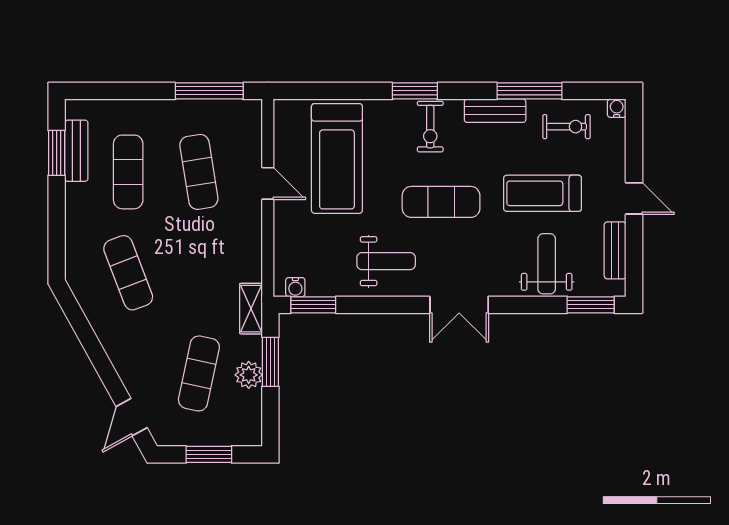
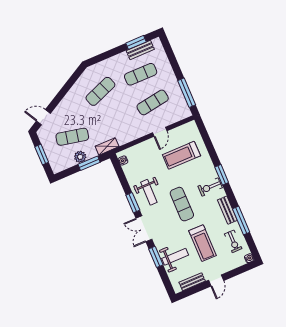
treadmill: (337, 158) -> (181, 155), width x0.73, depth x0.73
treadmill: (543, 193) -> (203, 243), turned 180
window: (313, 305) -> (133, 203), moved
window: (591, 305) -> (156, 257), moved

